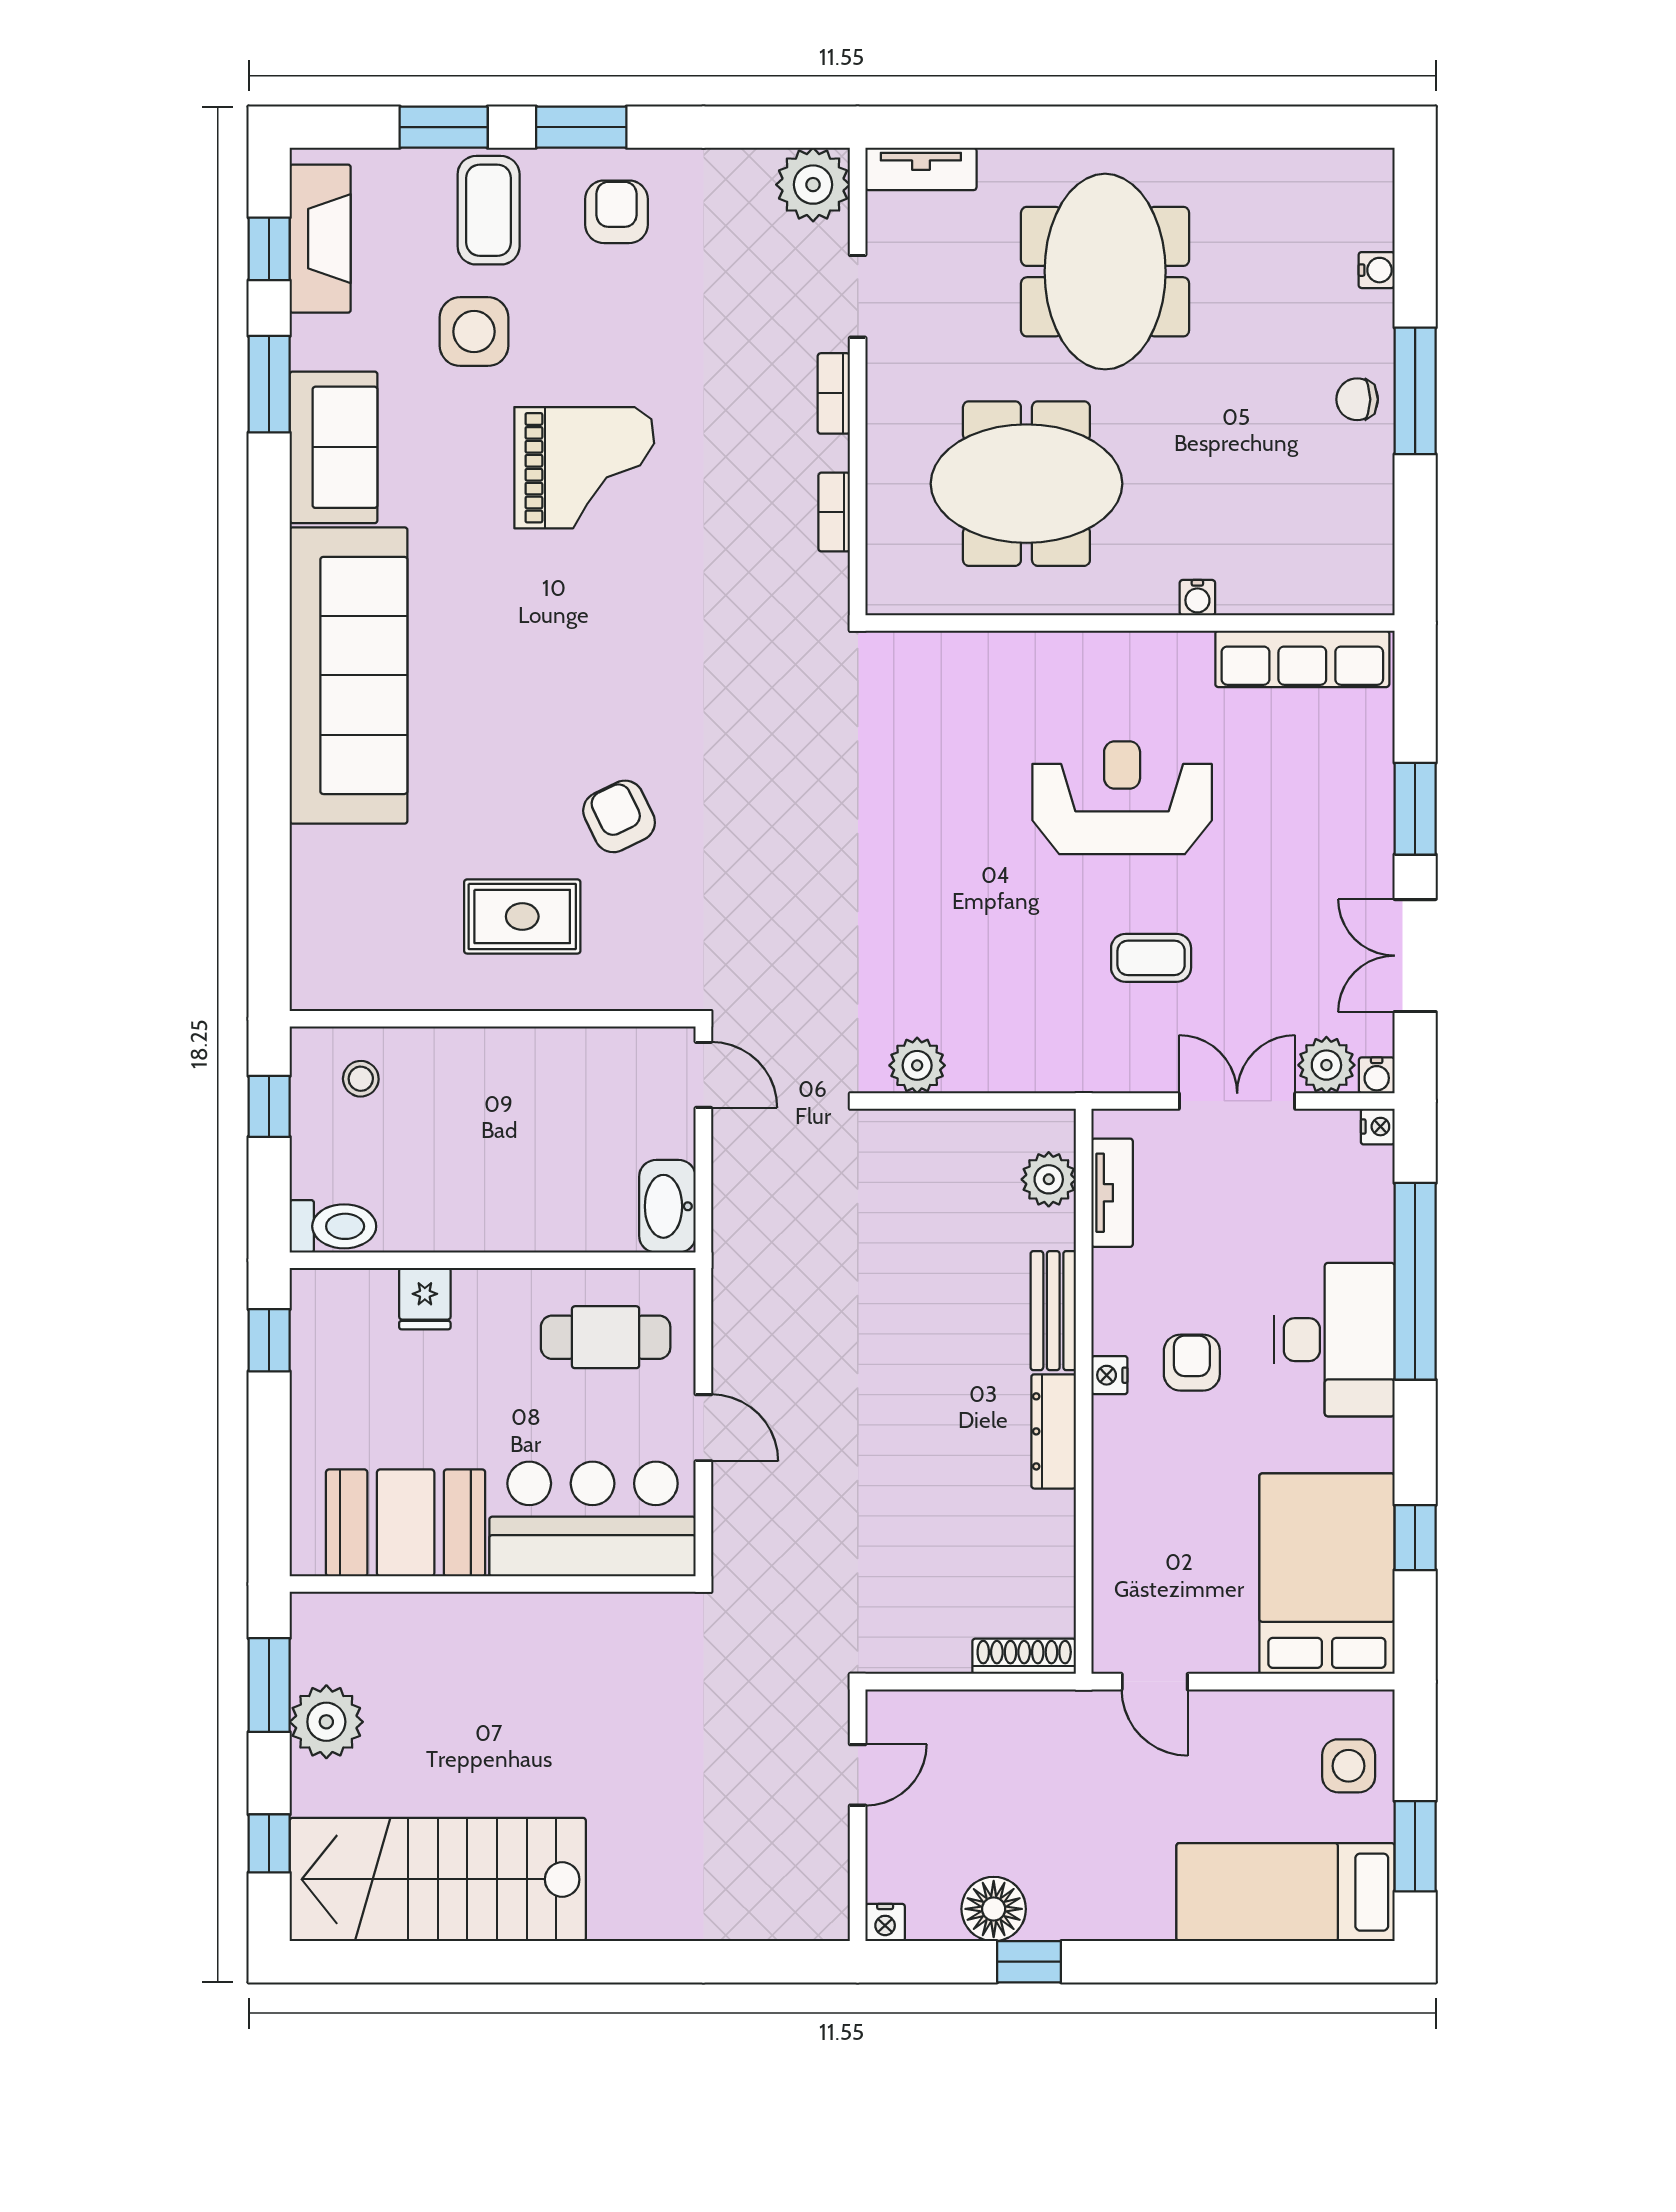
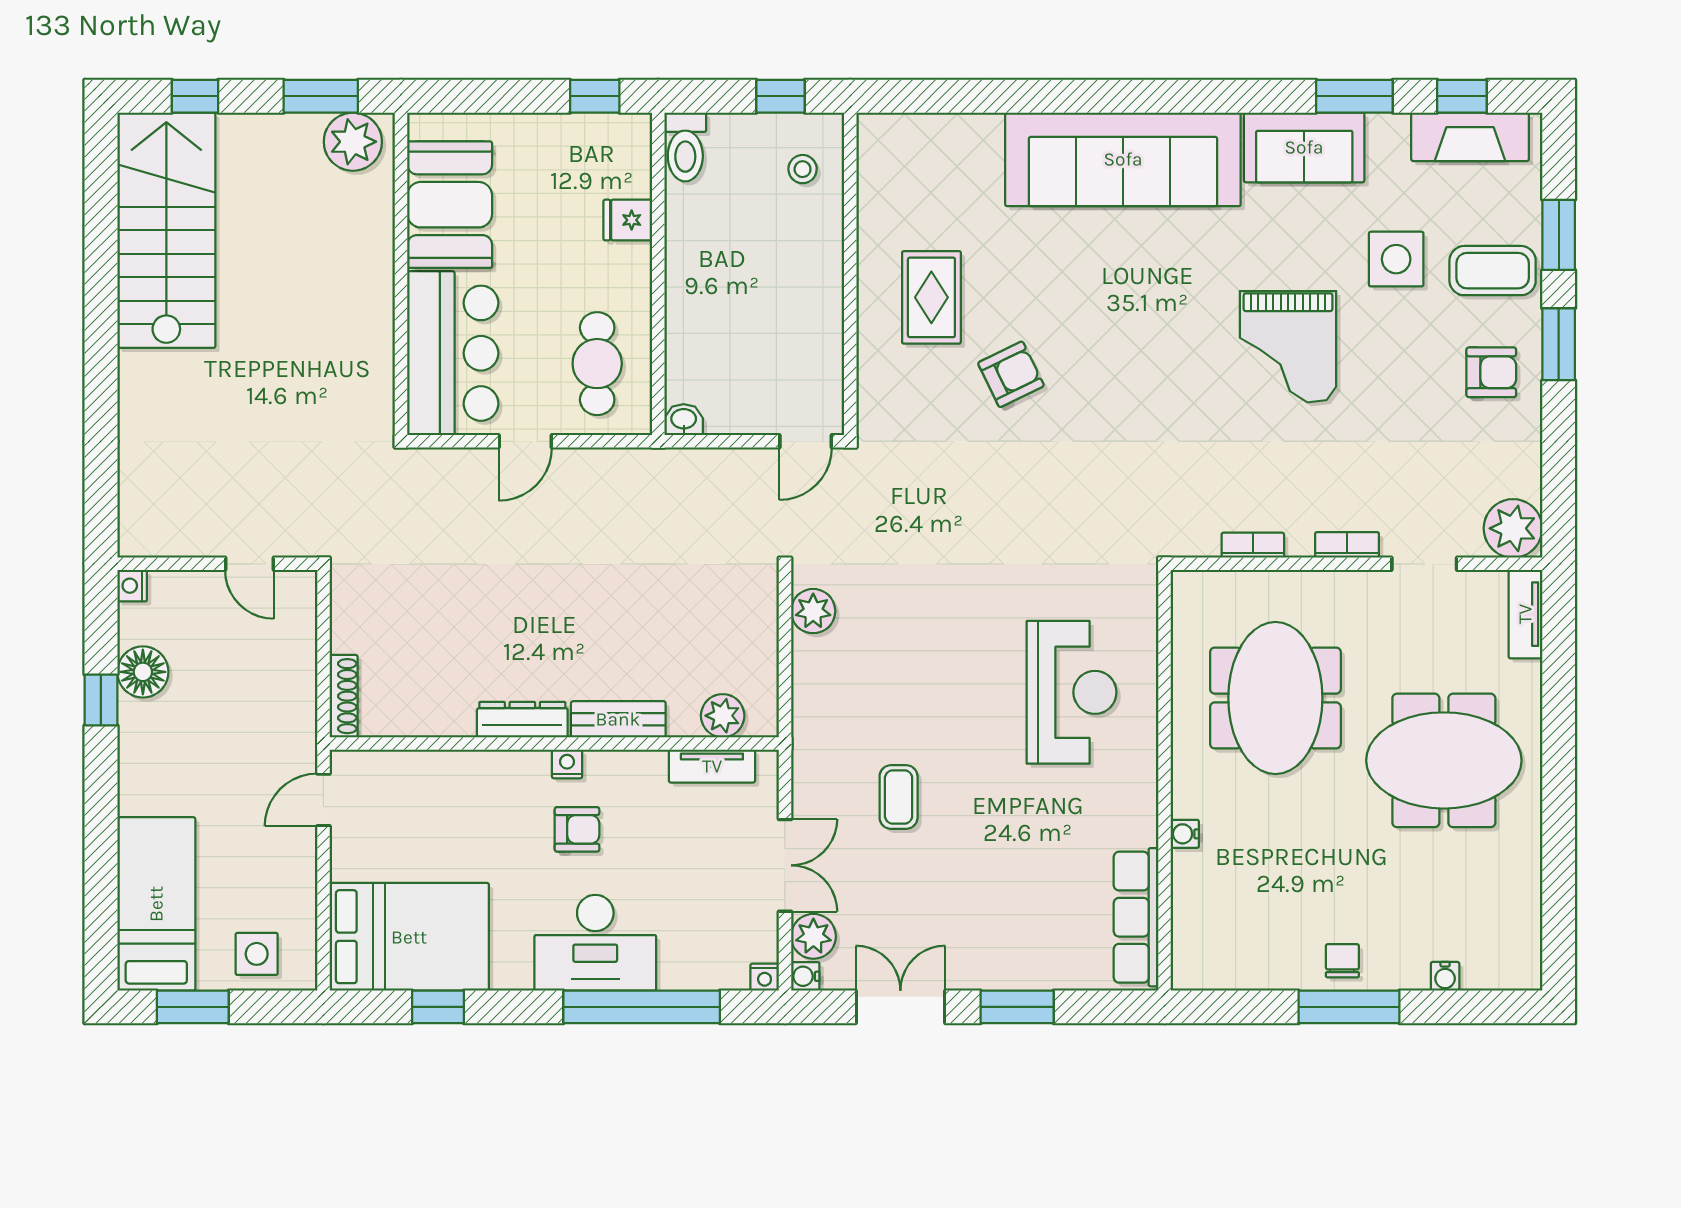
reception desk: (1122, 798) -> (1072, 692), moved
washbasin: (667, 1206) -> (684, 420), width x0.52, depth x0.69
plant: (326, 1722) -> (353, 142), moved

